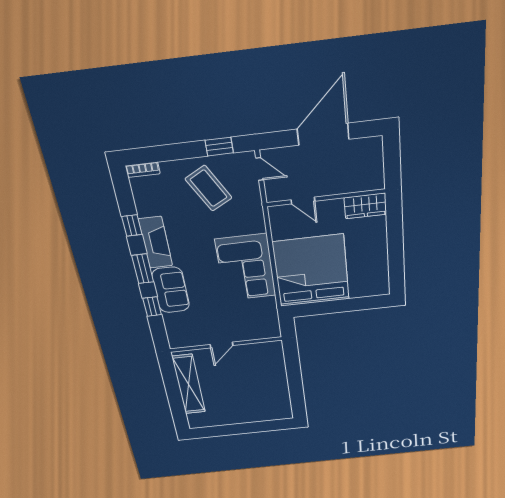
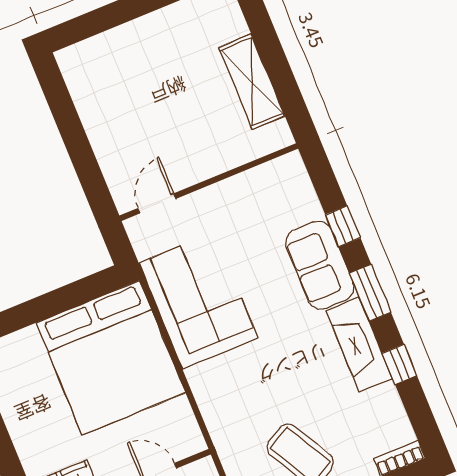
corner sofa: (246, 268) -> (198, 300), moved
door: (221, 345) -> (157, 203), moved
shelving: (189, 384) -> (252, 82), width x0.68

